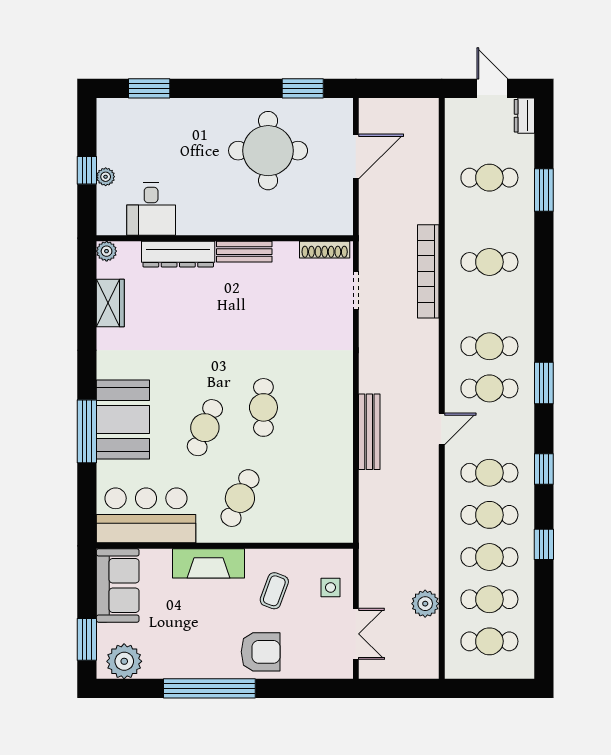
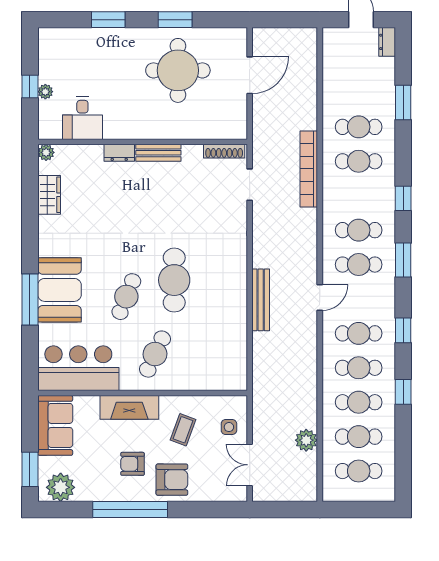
window: (149, 88) -> (108, 20), moved
window: (303, 88) -> (175, 20), moved
cafe table: (489, 178) -> (359, 127), moved
dresser: (178, 254) -> (119, 153), width x0.51, depth x0.80
window: (544, 307) -> (403, 198), added
cafe table: (263, 407) -> (174, 280), width x1.37, depth x1.35
armchair: (212, 633) -> (132, 464), added
double door: (356, 634) -> (250, 465), swing flipped

